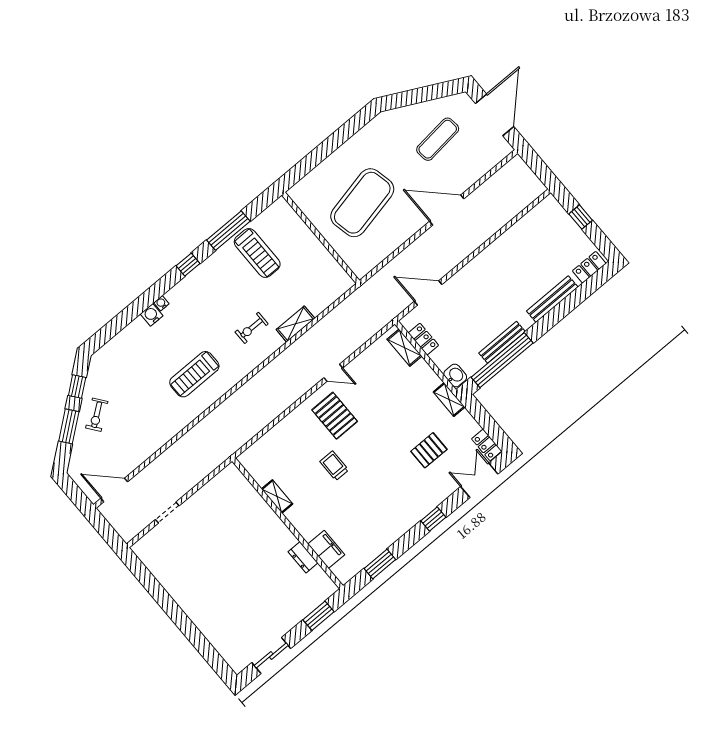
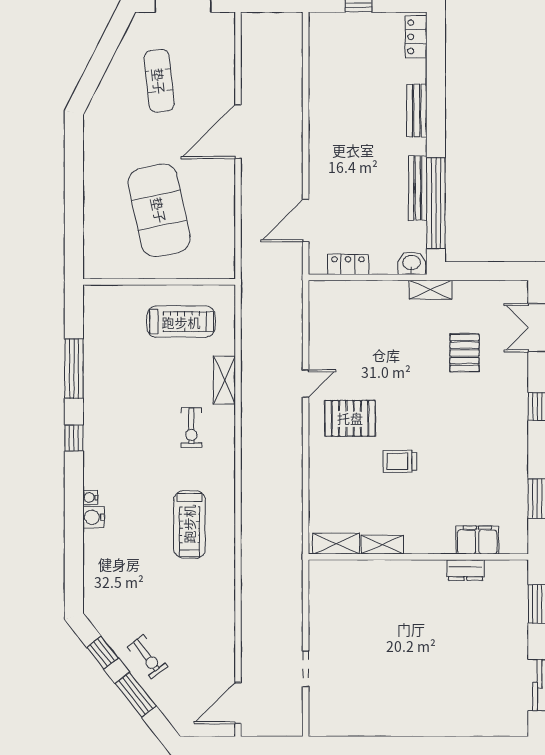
treadmill: (257, 253) -> (181, 322), moved
bench: (552, 299) -> (417, 111), width x0.73
shelving: (404, 348) -> (336, 544), moved
locker: (487, 445) -> (508, 290), removed

